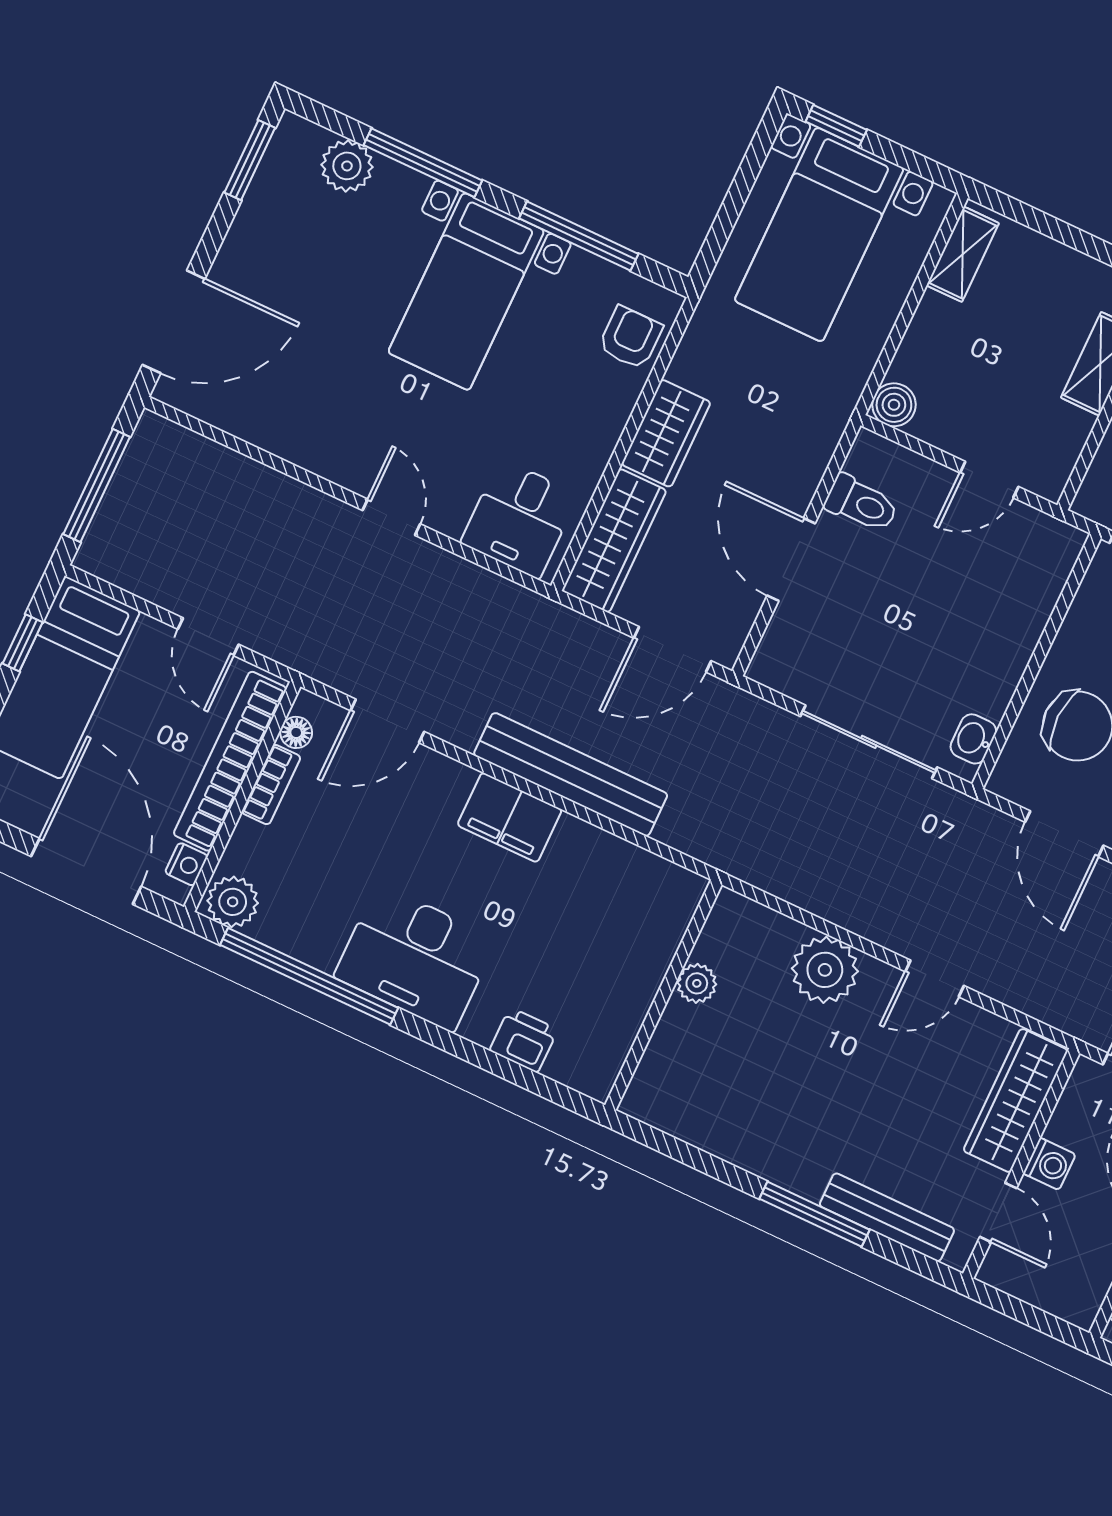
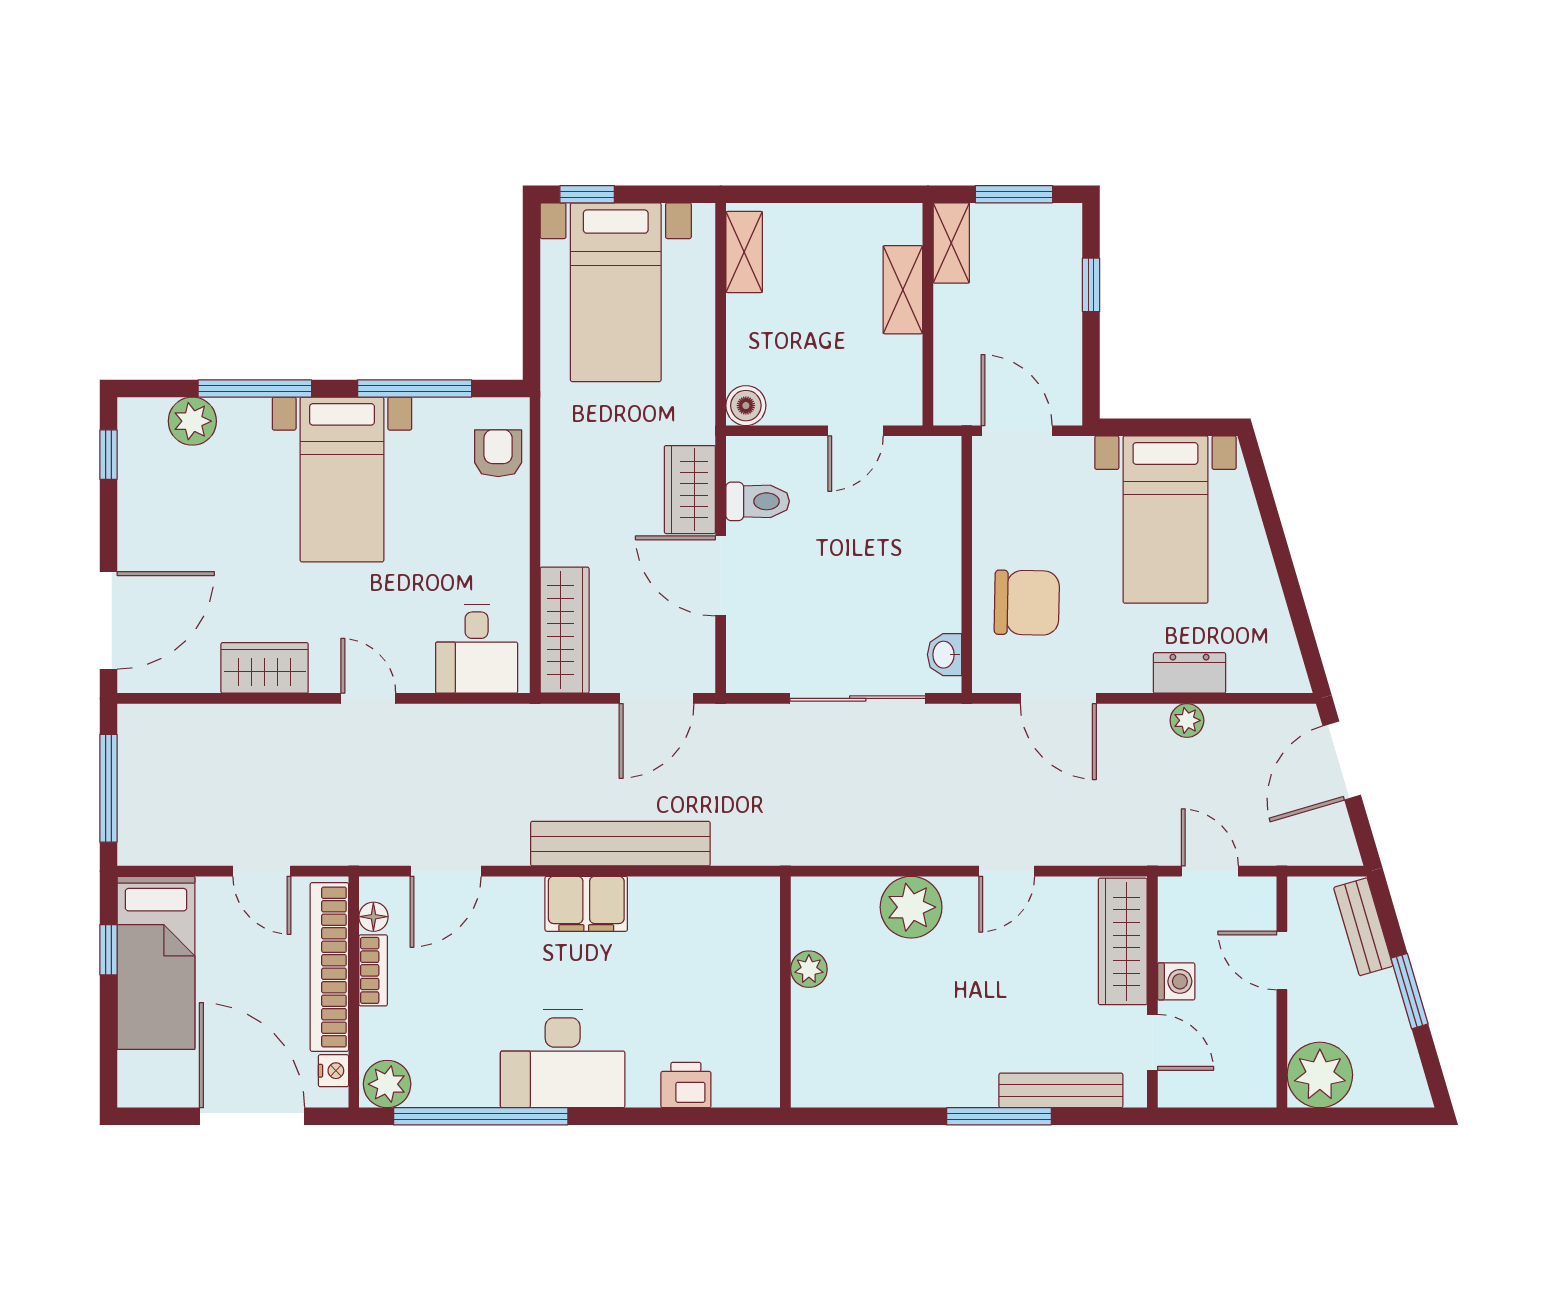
window: (250, 160) -> (108, 455), width x0.67
wardrobe: (666, 433) -> (690, 490), moved, turned 180
wardrobe: (304, 440) -> (265, 668), added

